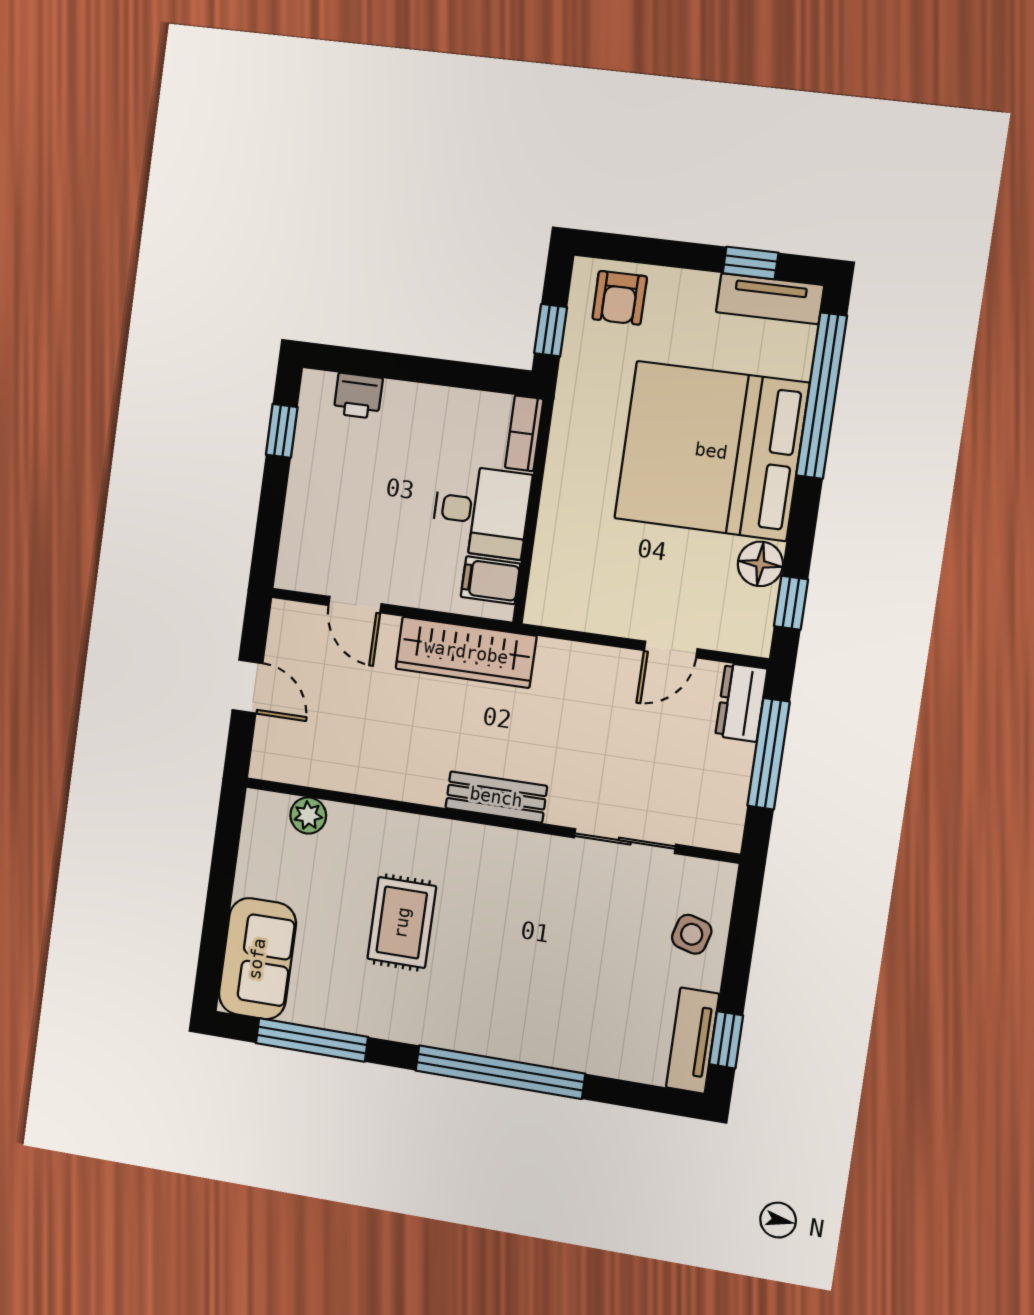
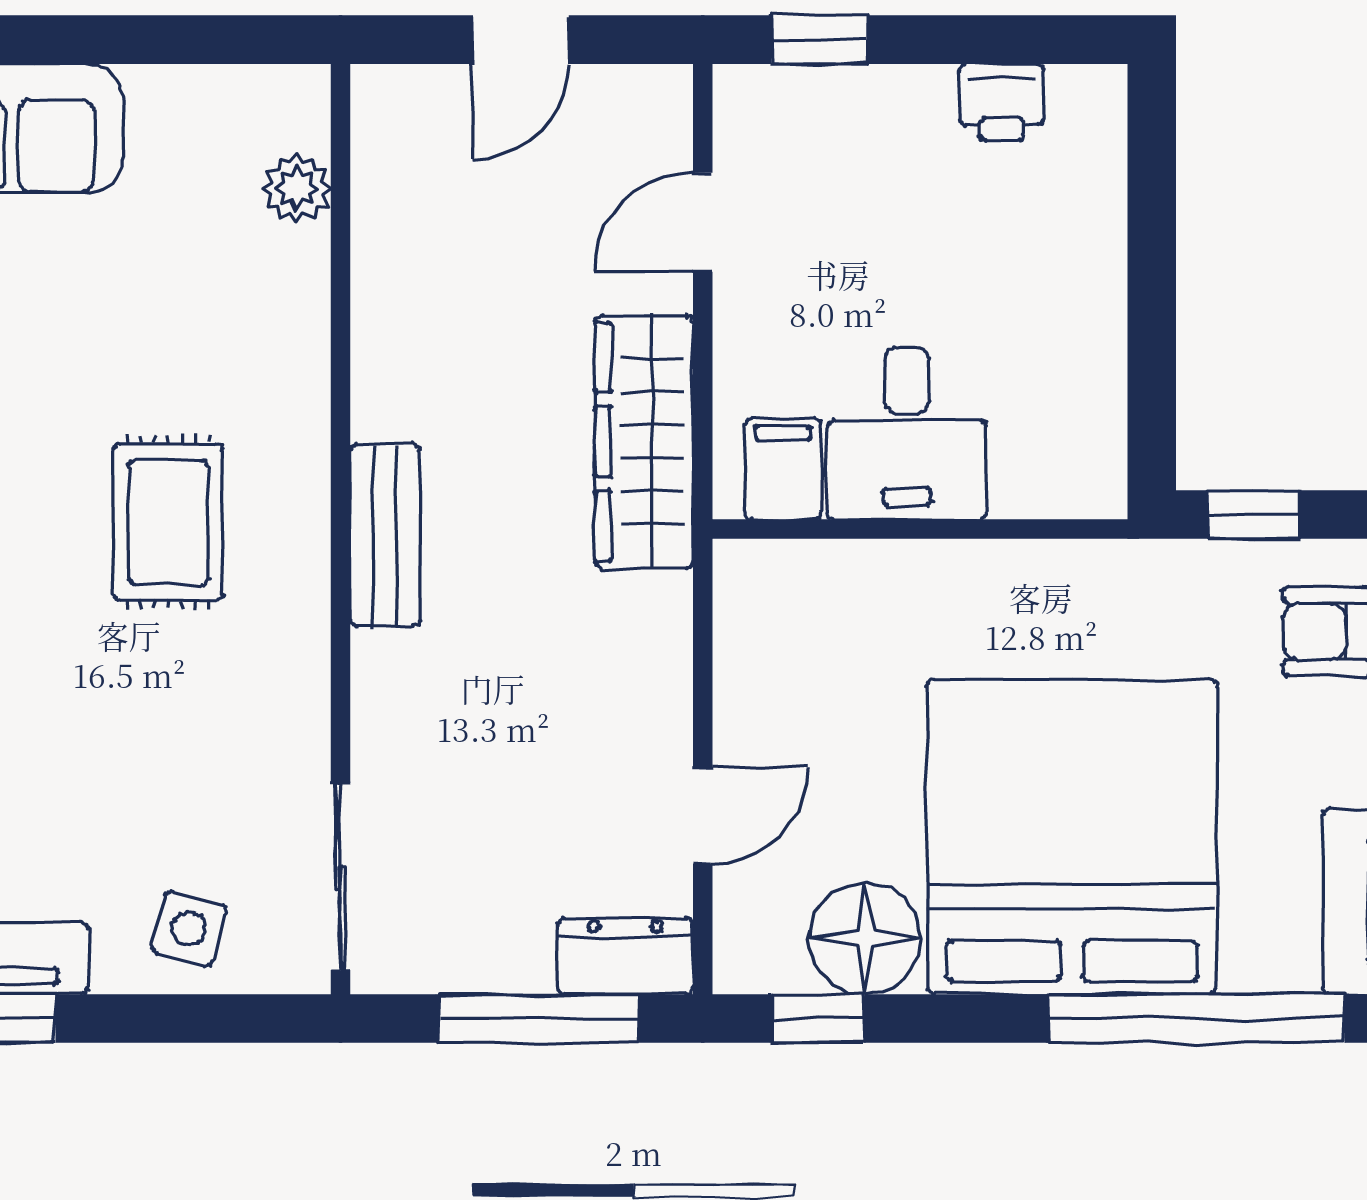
printer: (358, 396) -> (1002, 102), moved, turned -90
window: (282, 431) -> (820, 40), moved
bookcase: (524, 433) -> (1060, 493), removed
floor lamp: (760, 564) -> (865, 939), width x1.38, depth x1.38
door: (671, 650) -> (703, 815), swing flipped
sliding door: (625, 841) -> (340, 877), moved
rug: (402, 923) -> (168, 522), moved, turned 90

